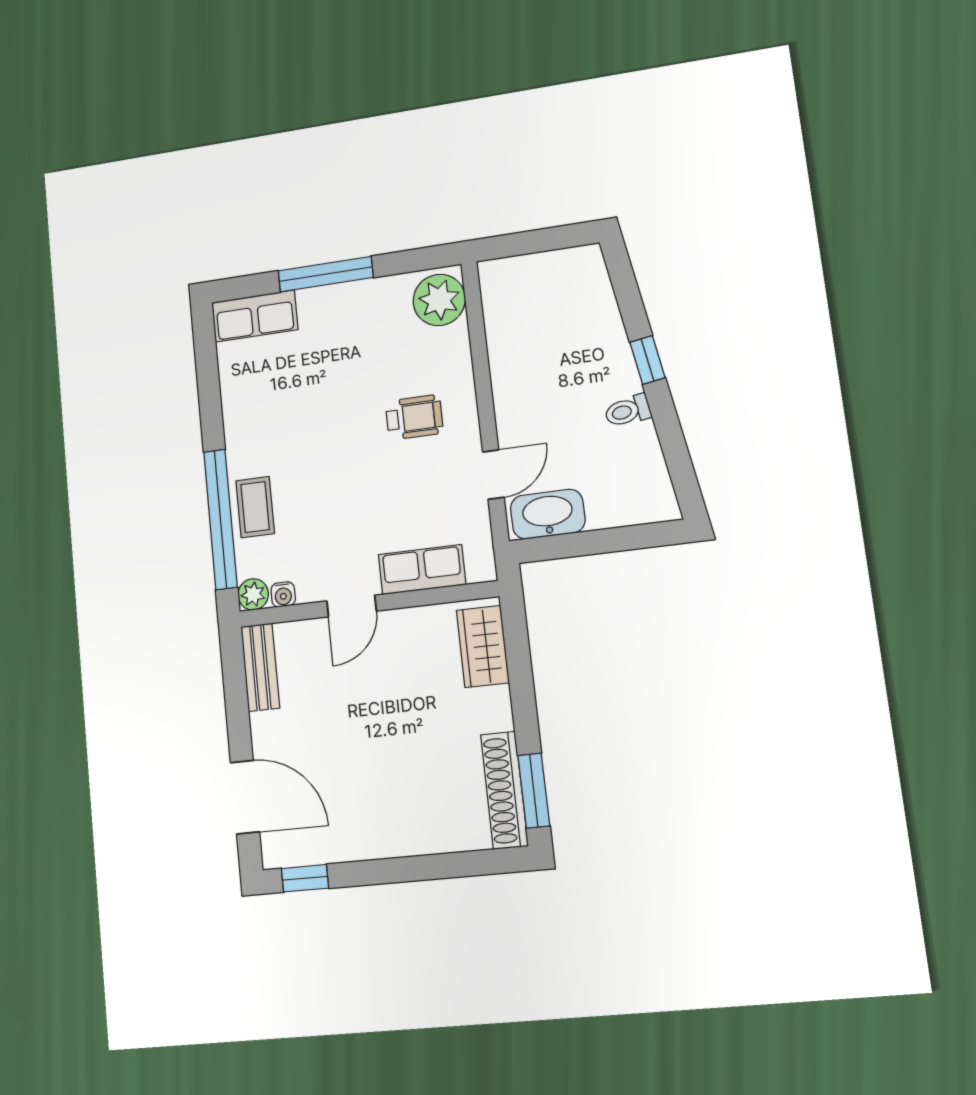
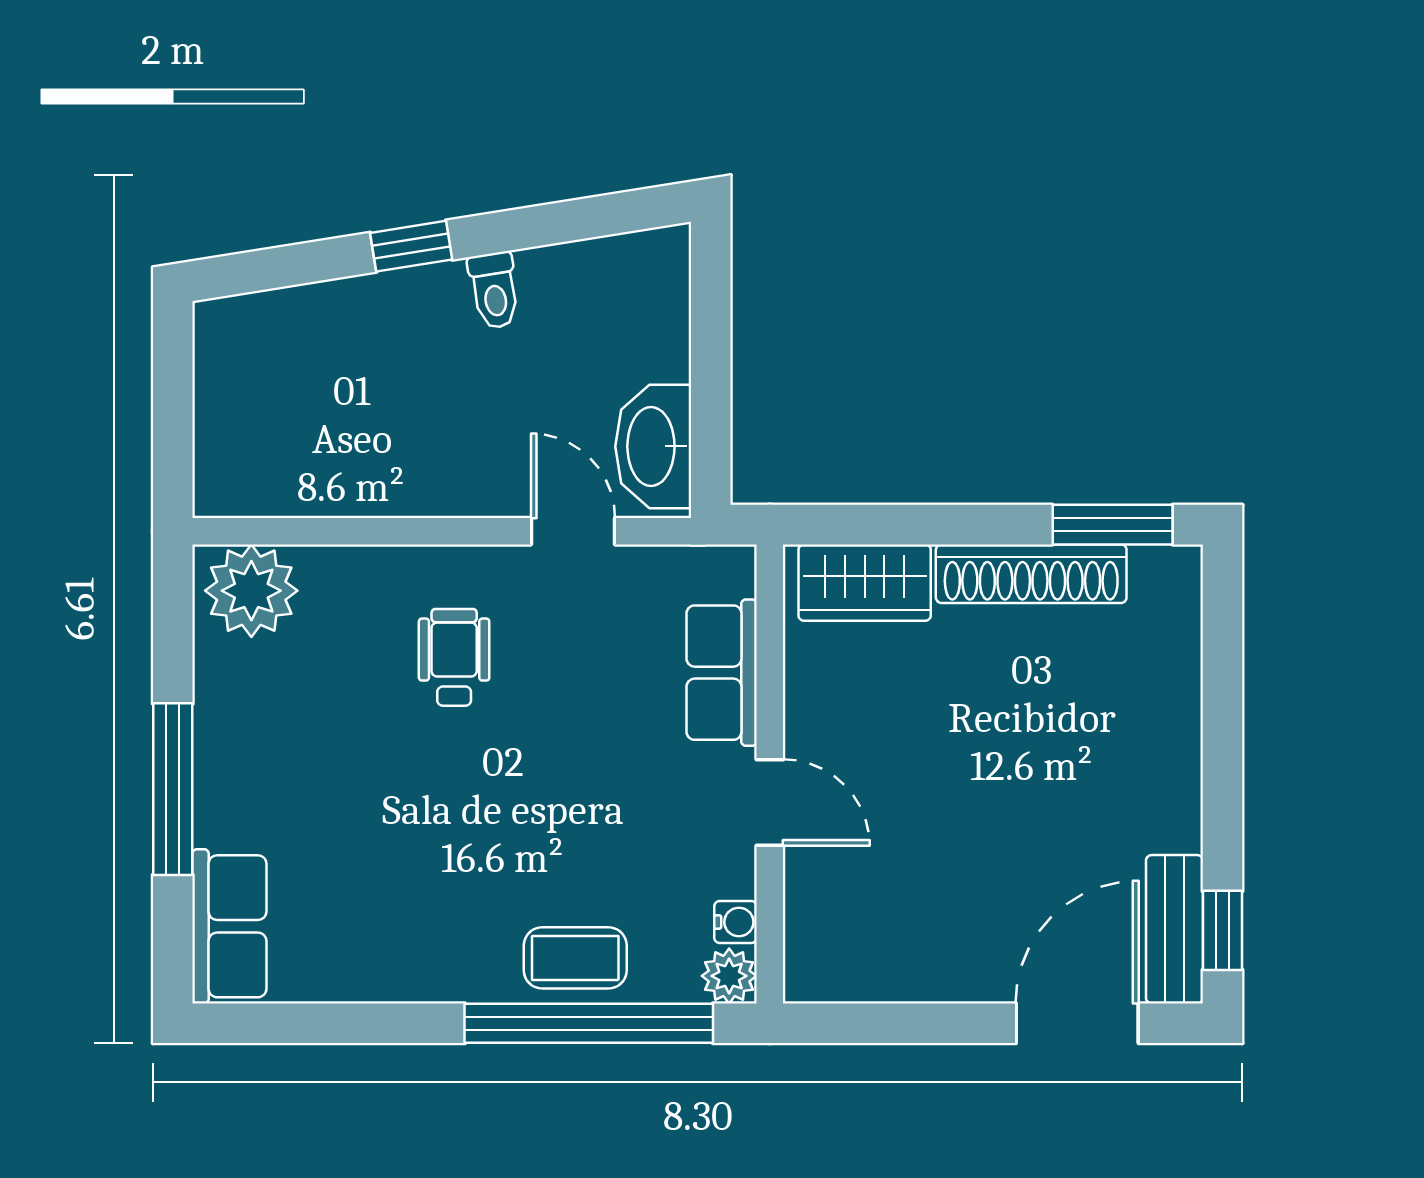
bench: (260, 667) -> (1174, 929), moved, turned 90
shoe rack: (504, 790) -> (1031, 574), moved

